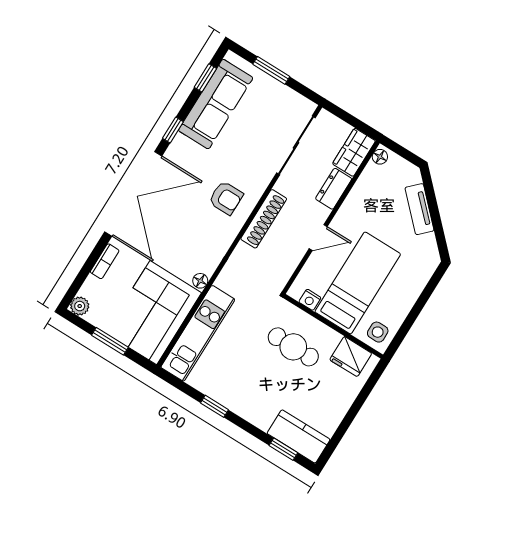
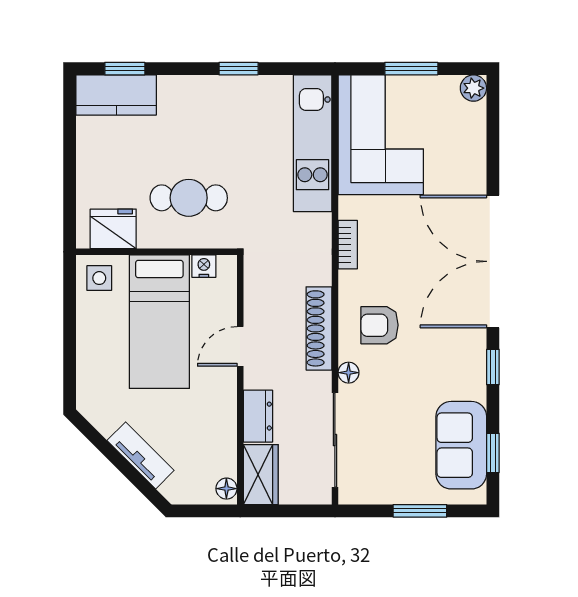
sofa: (216, 104) -> (461, 445), width x0.73
bookcase: (105, 261) -> (348, 245), moved, turned 180
floor lamp: (200, 281) -> (349, 373), moved

